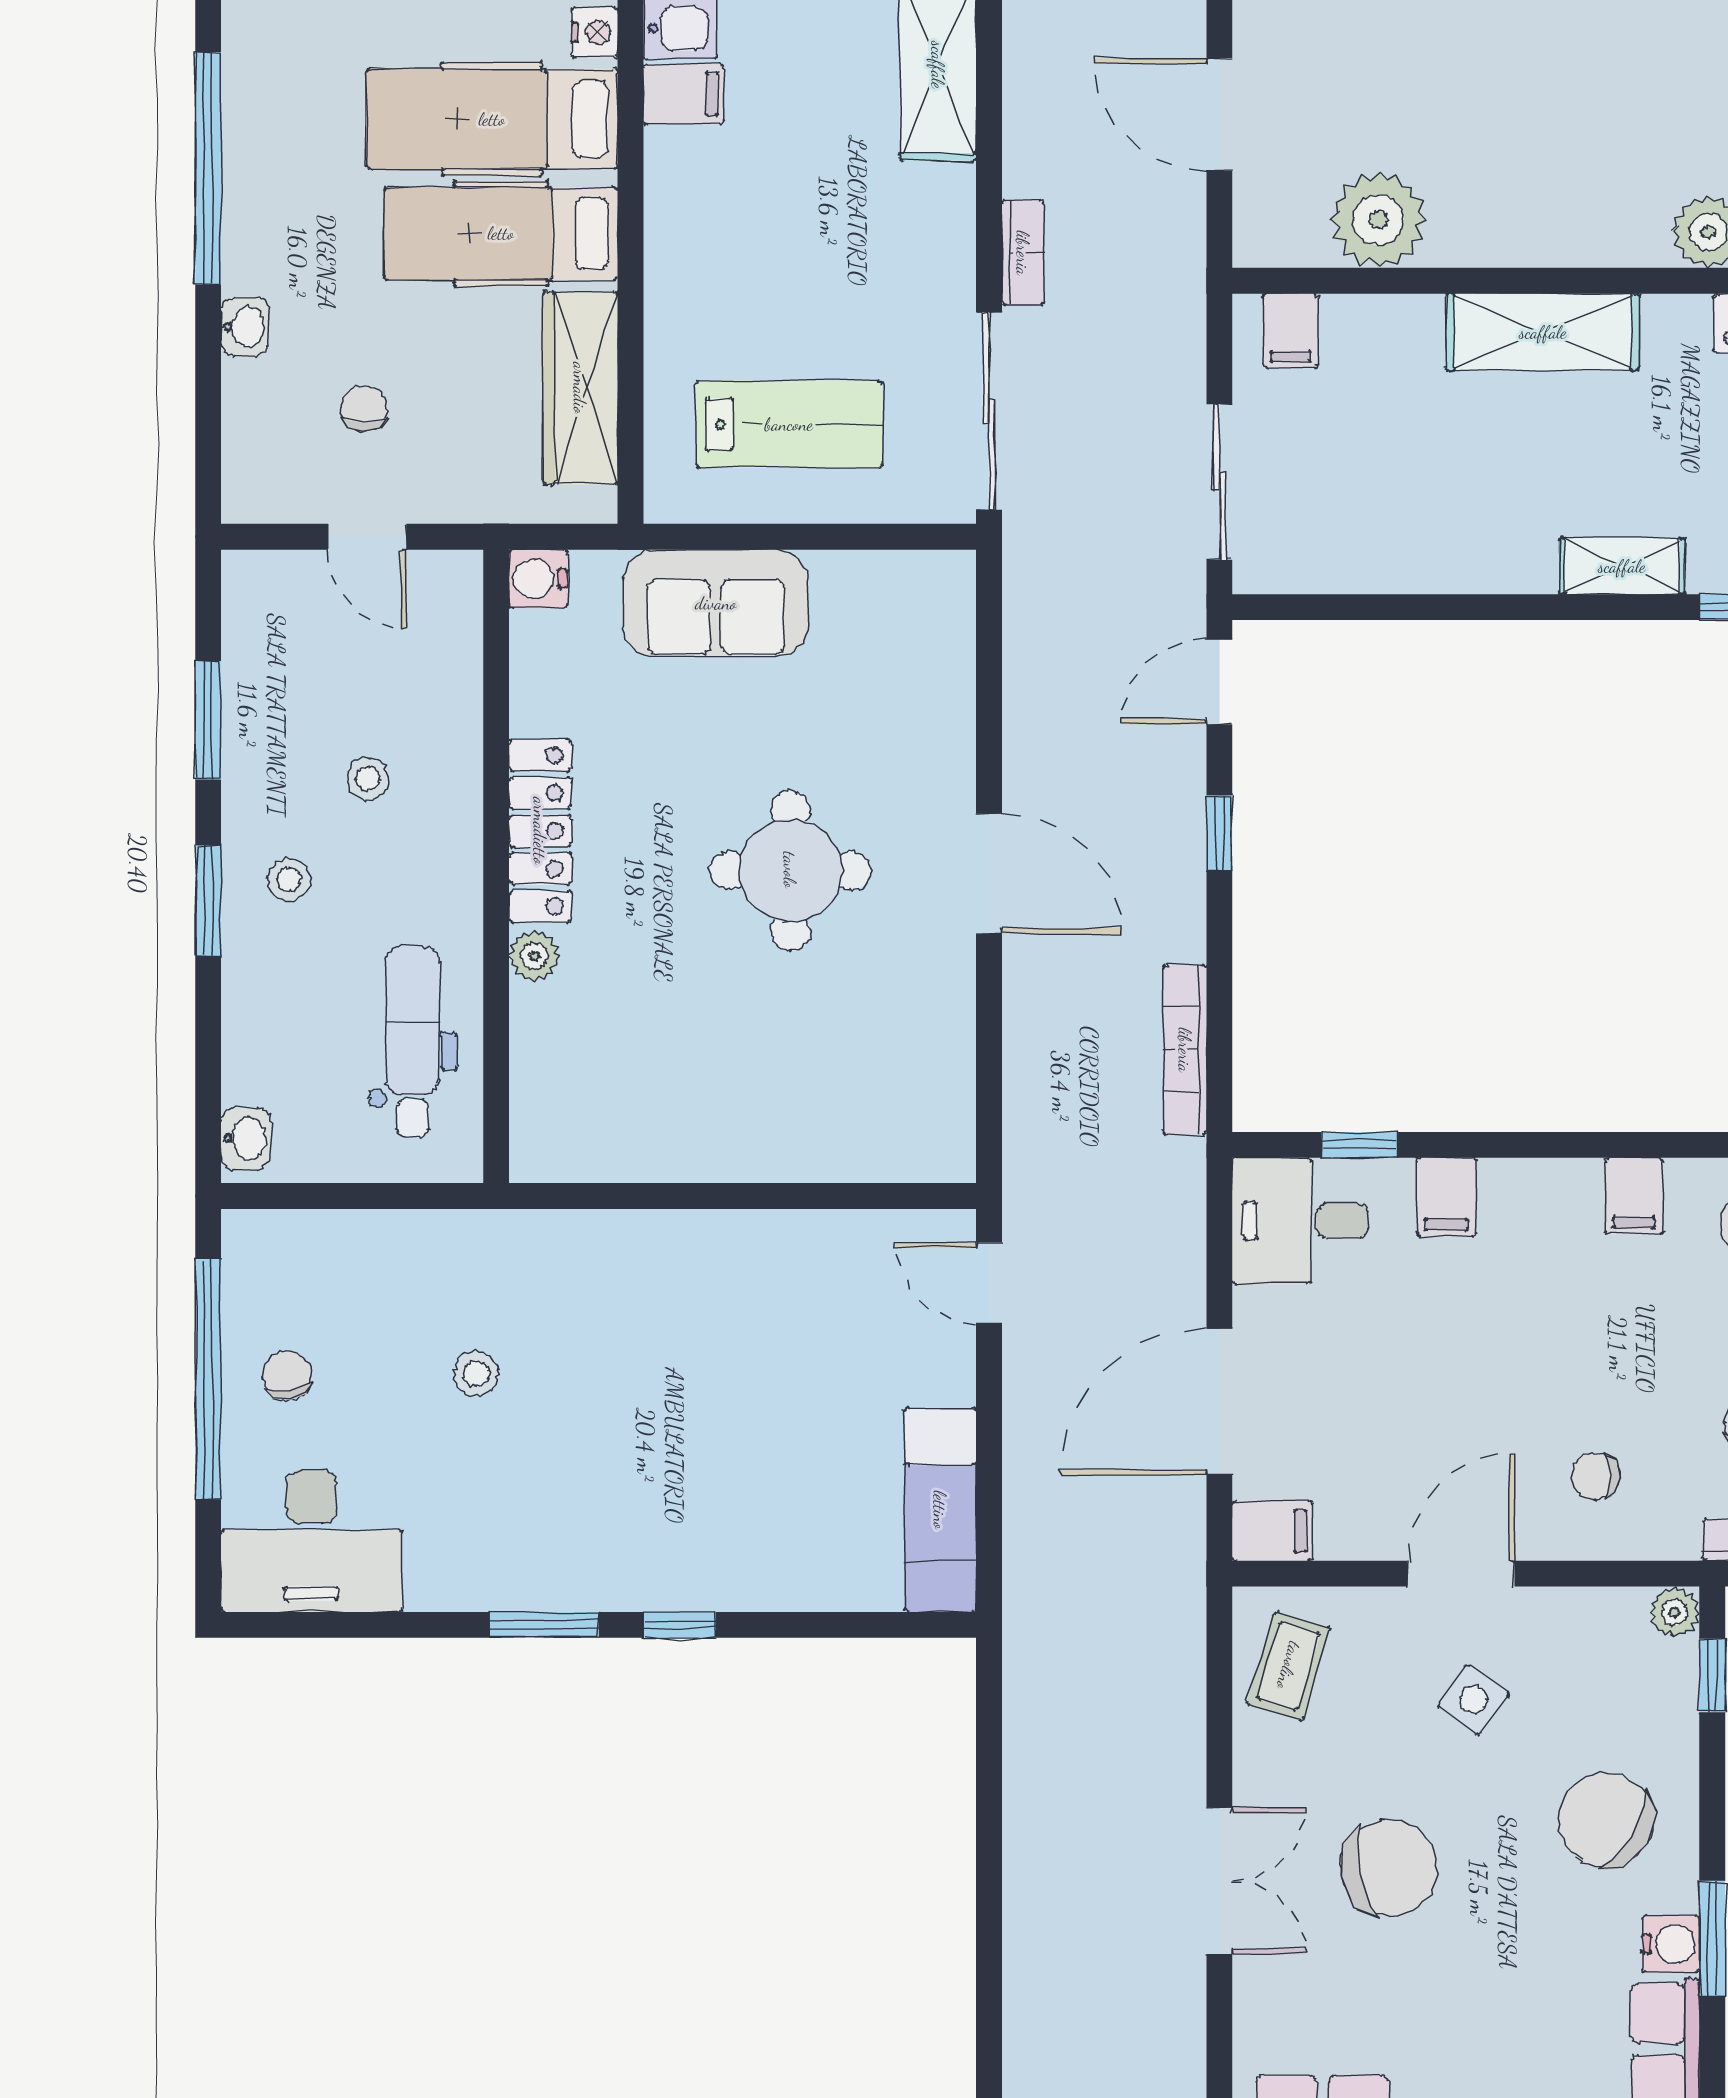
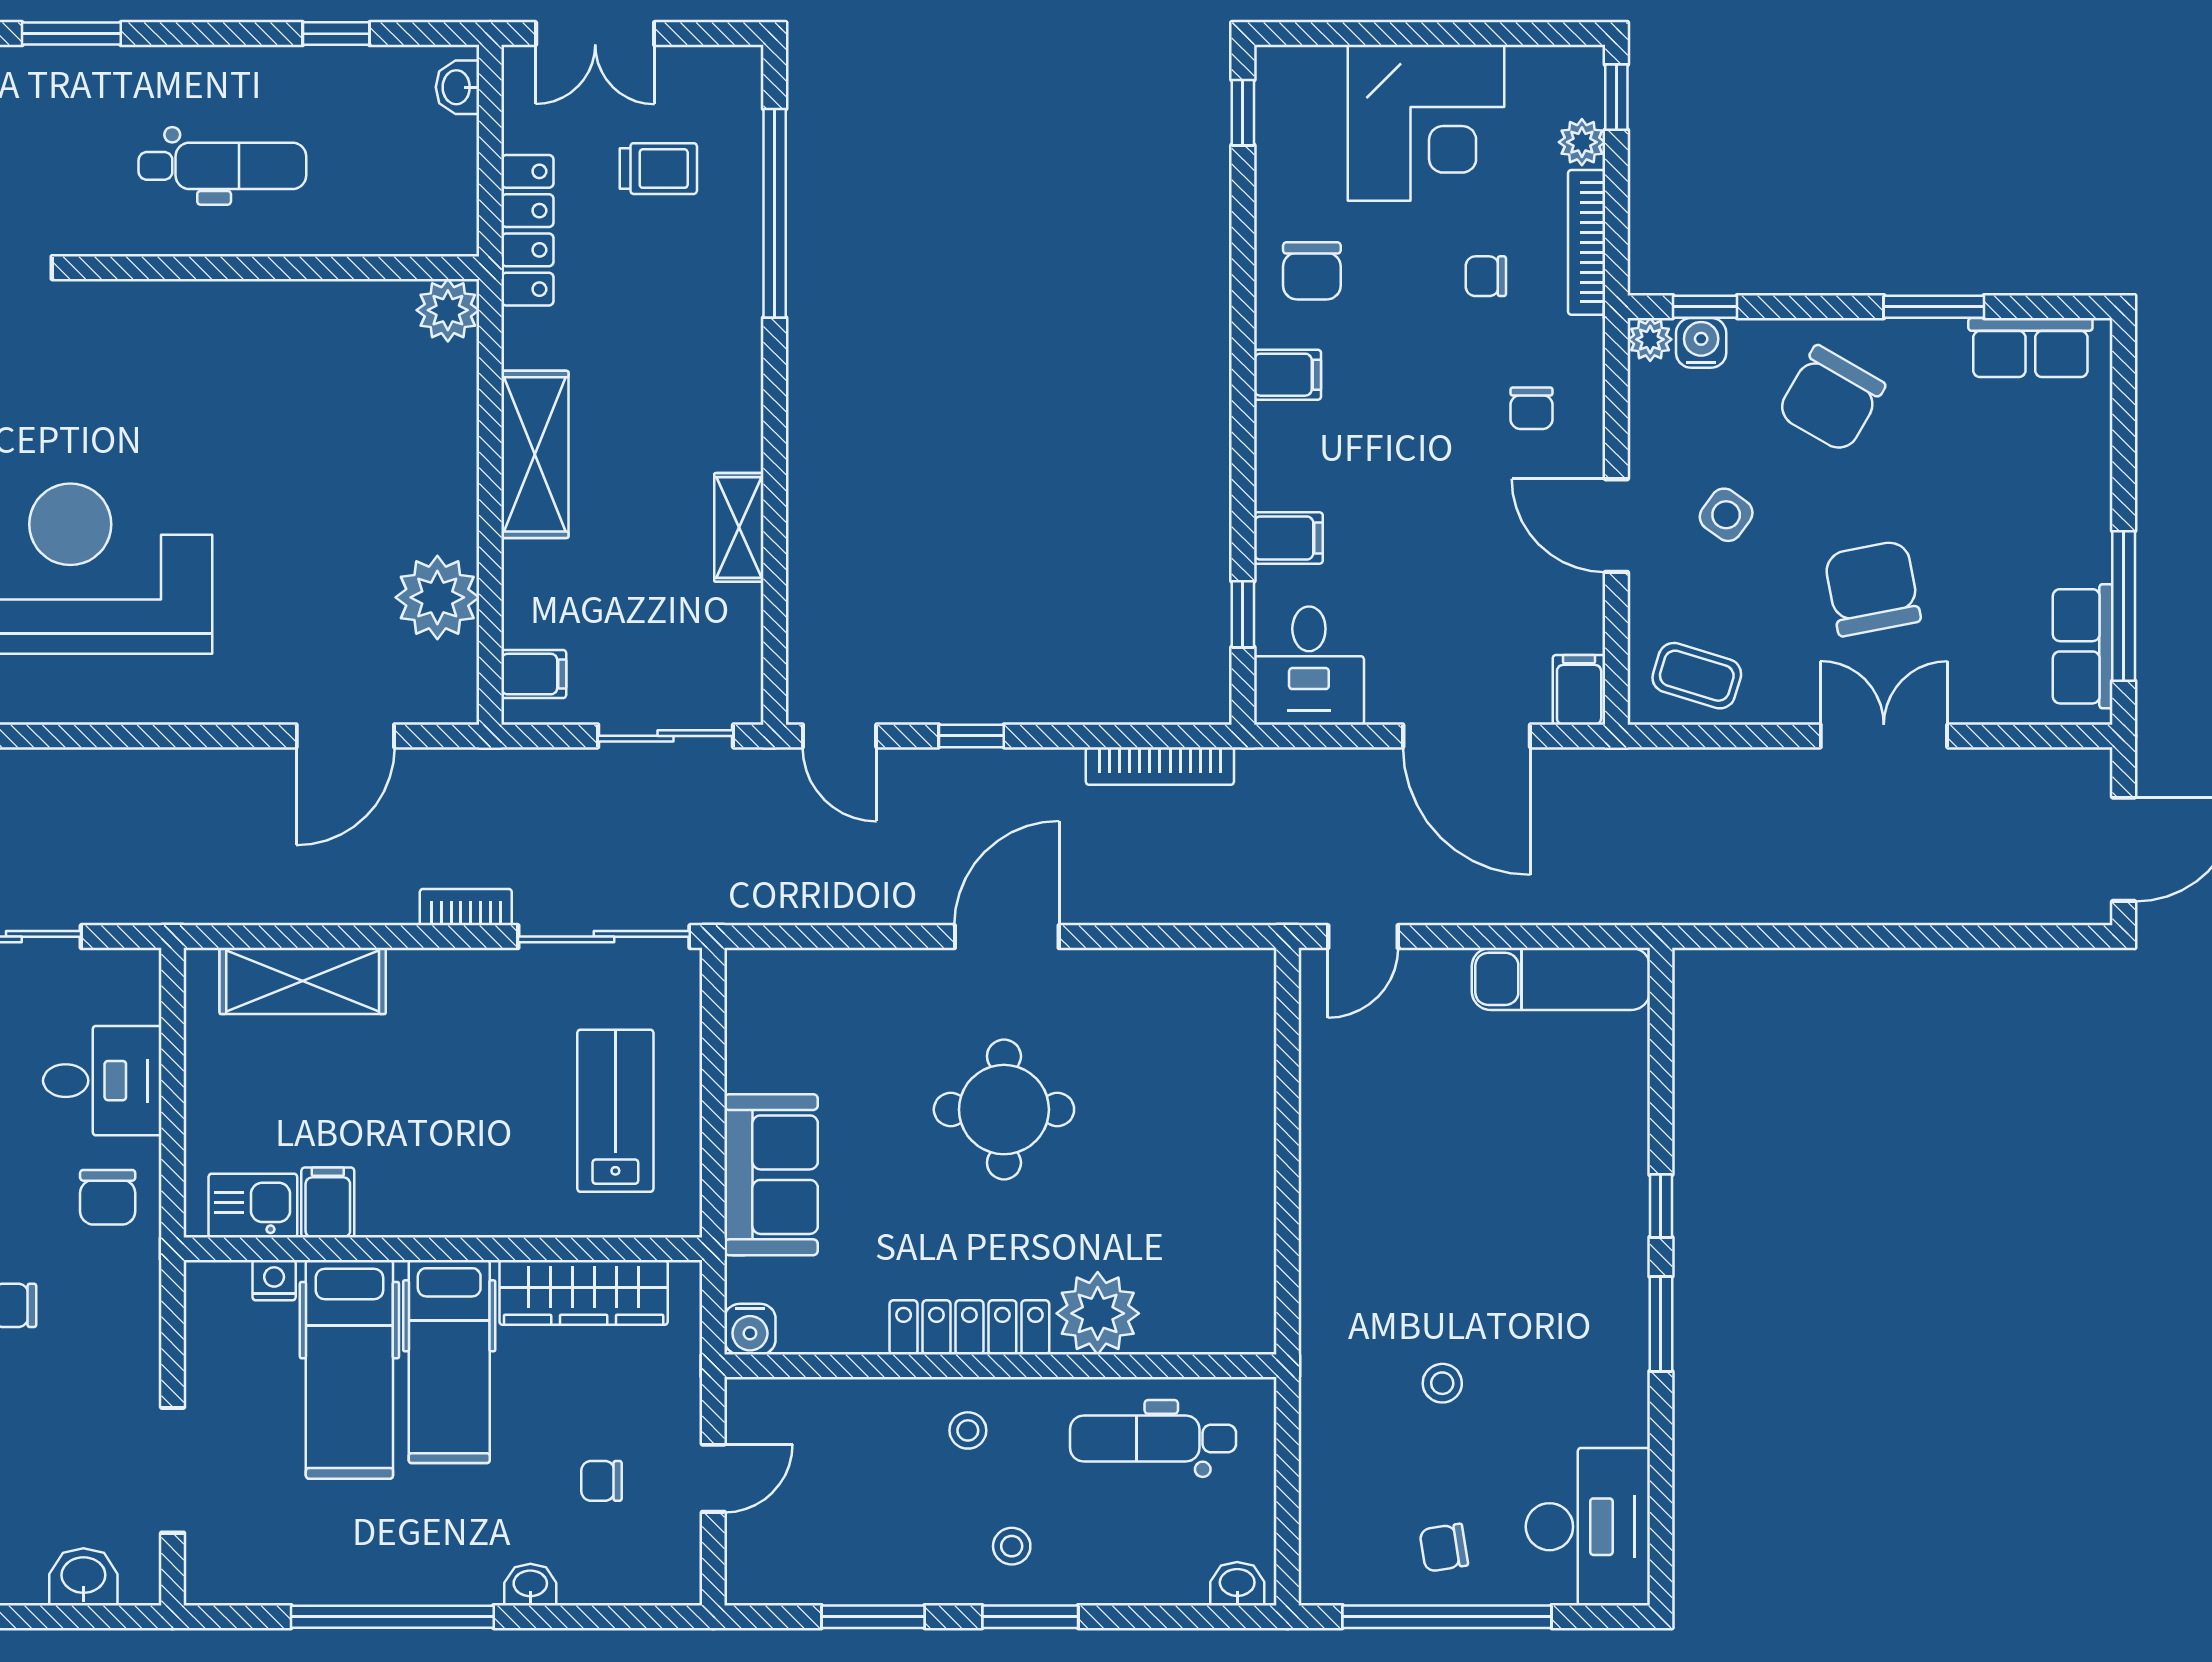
shelving: (1622, 566) -> (739, 527), moved
stool: (368, 779) -> (968, 1430), moved
plant: (534, 956) -> (1098, 1313), width x1.87, depth x1.87
water cooler: (1671, 1944) -> (1701, 343), moved

